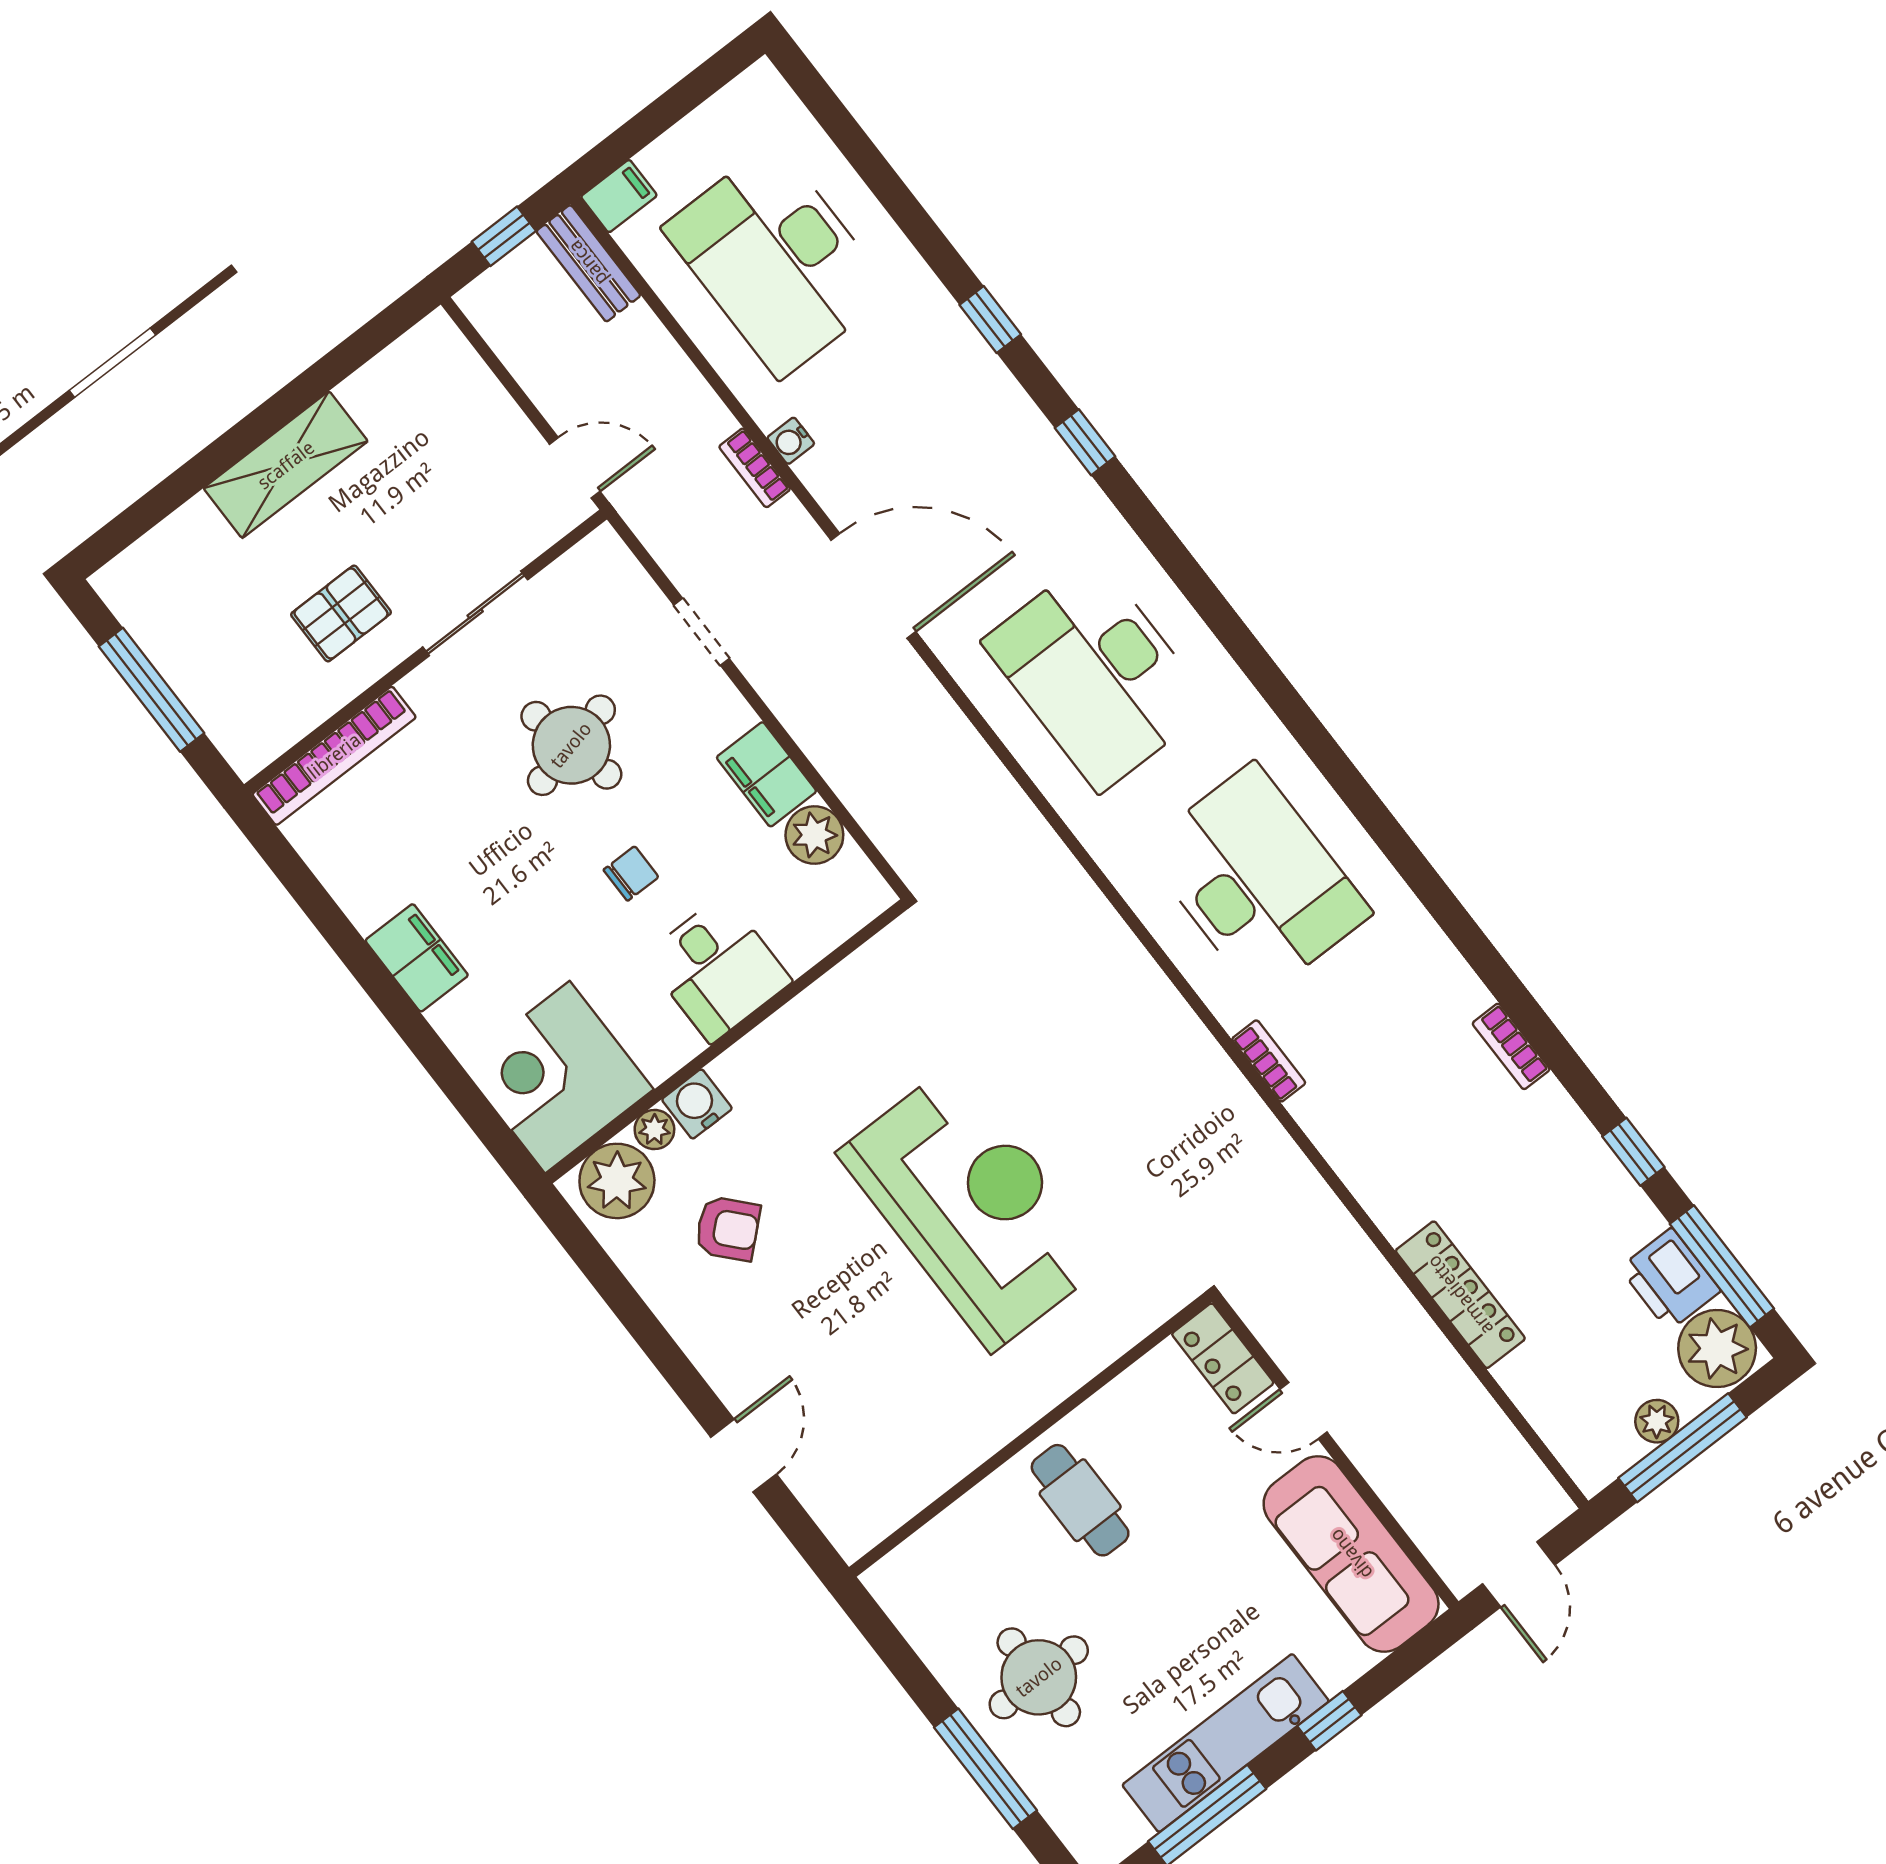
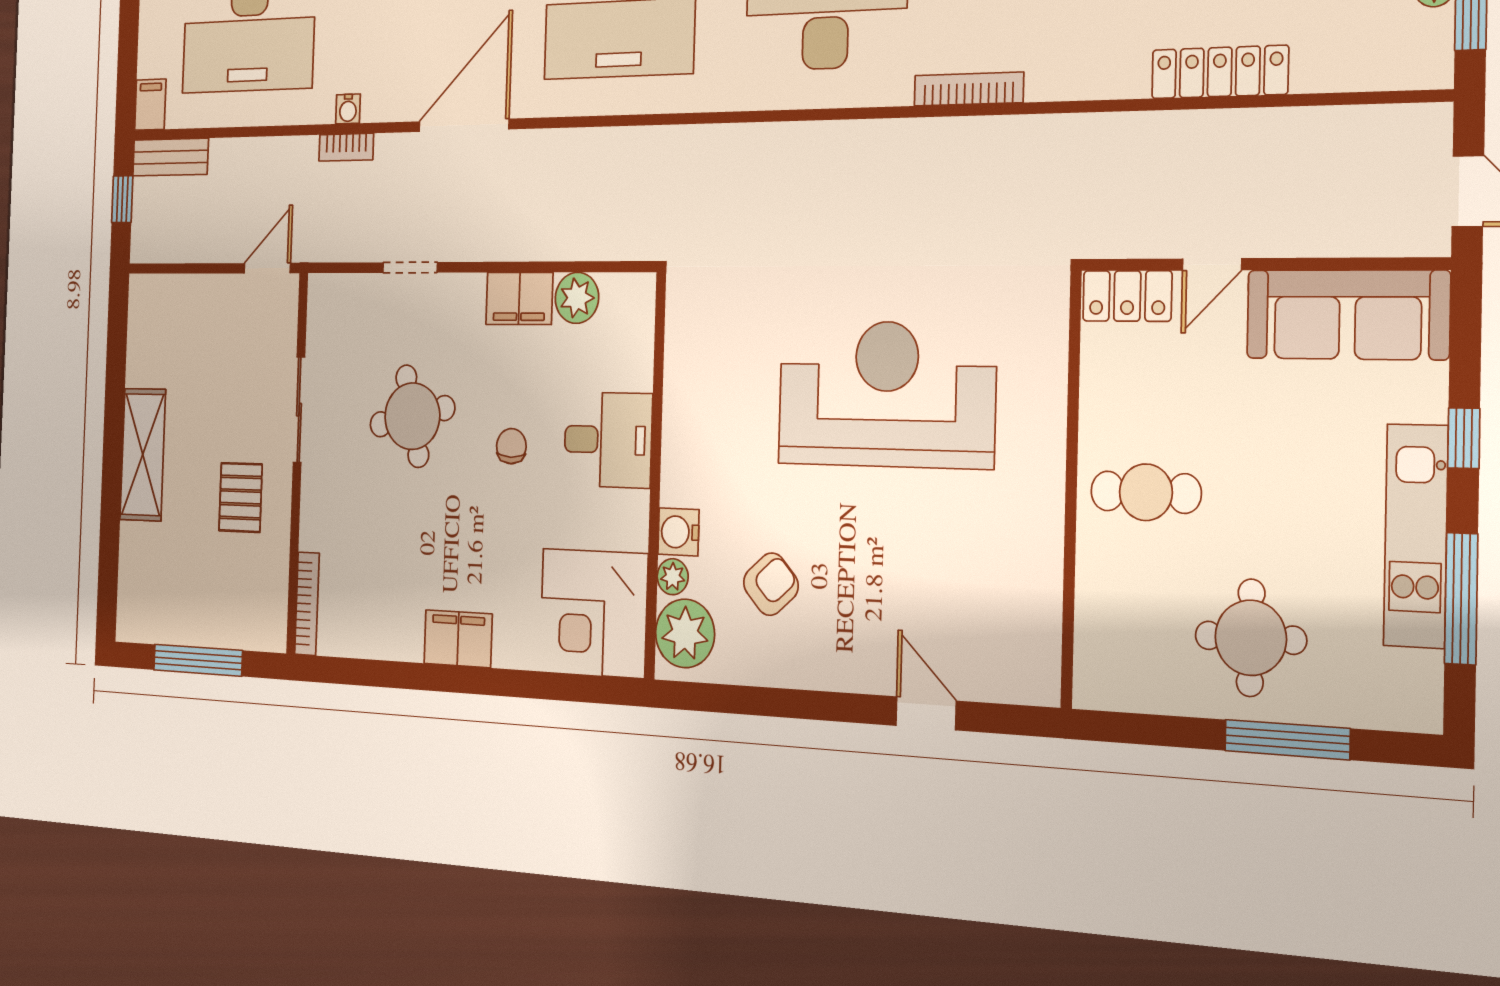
bookcase: (334, 756) -> (307, 604), width x0.68, depth x0.76
bookcase: (1269, 1061) -> (969, 89), width x1.56

